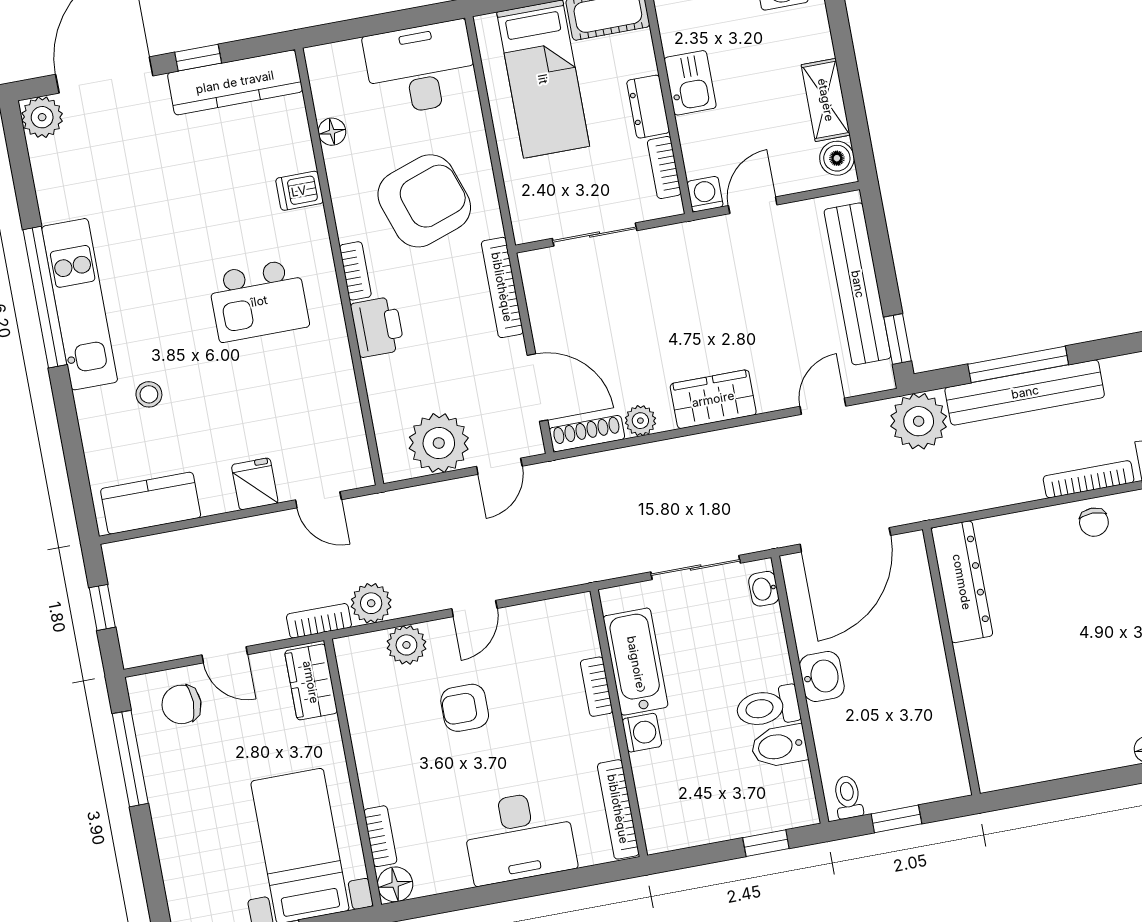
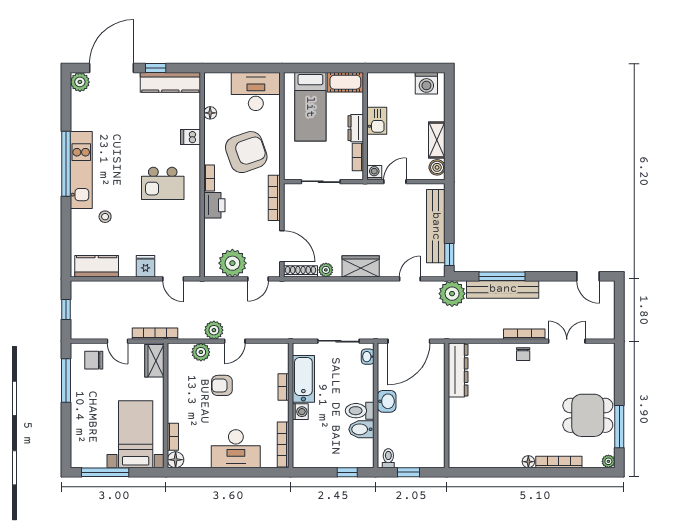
plant: (371, 603) -> (214, 330), moved
bookcase: (319, 621) -> (155, 334), width x1.56

